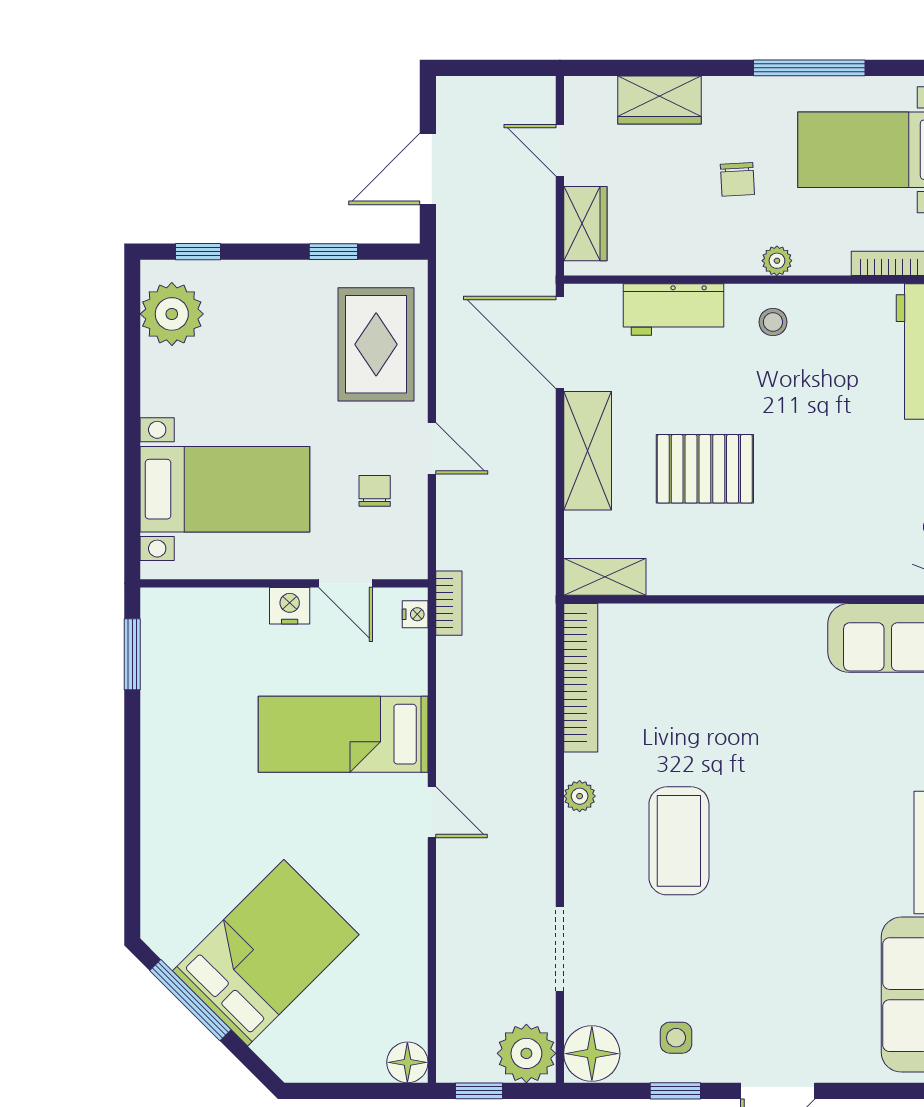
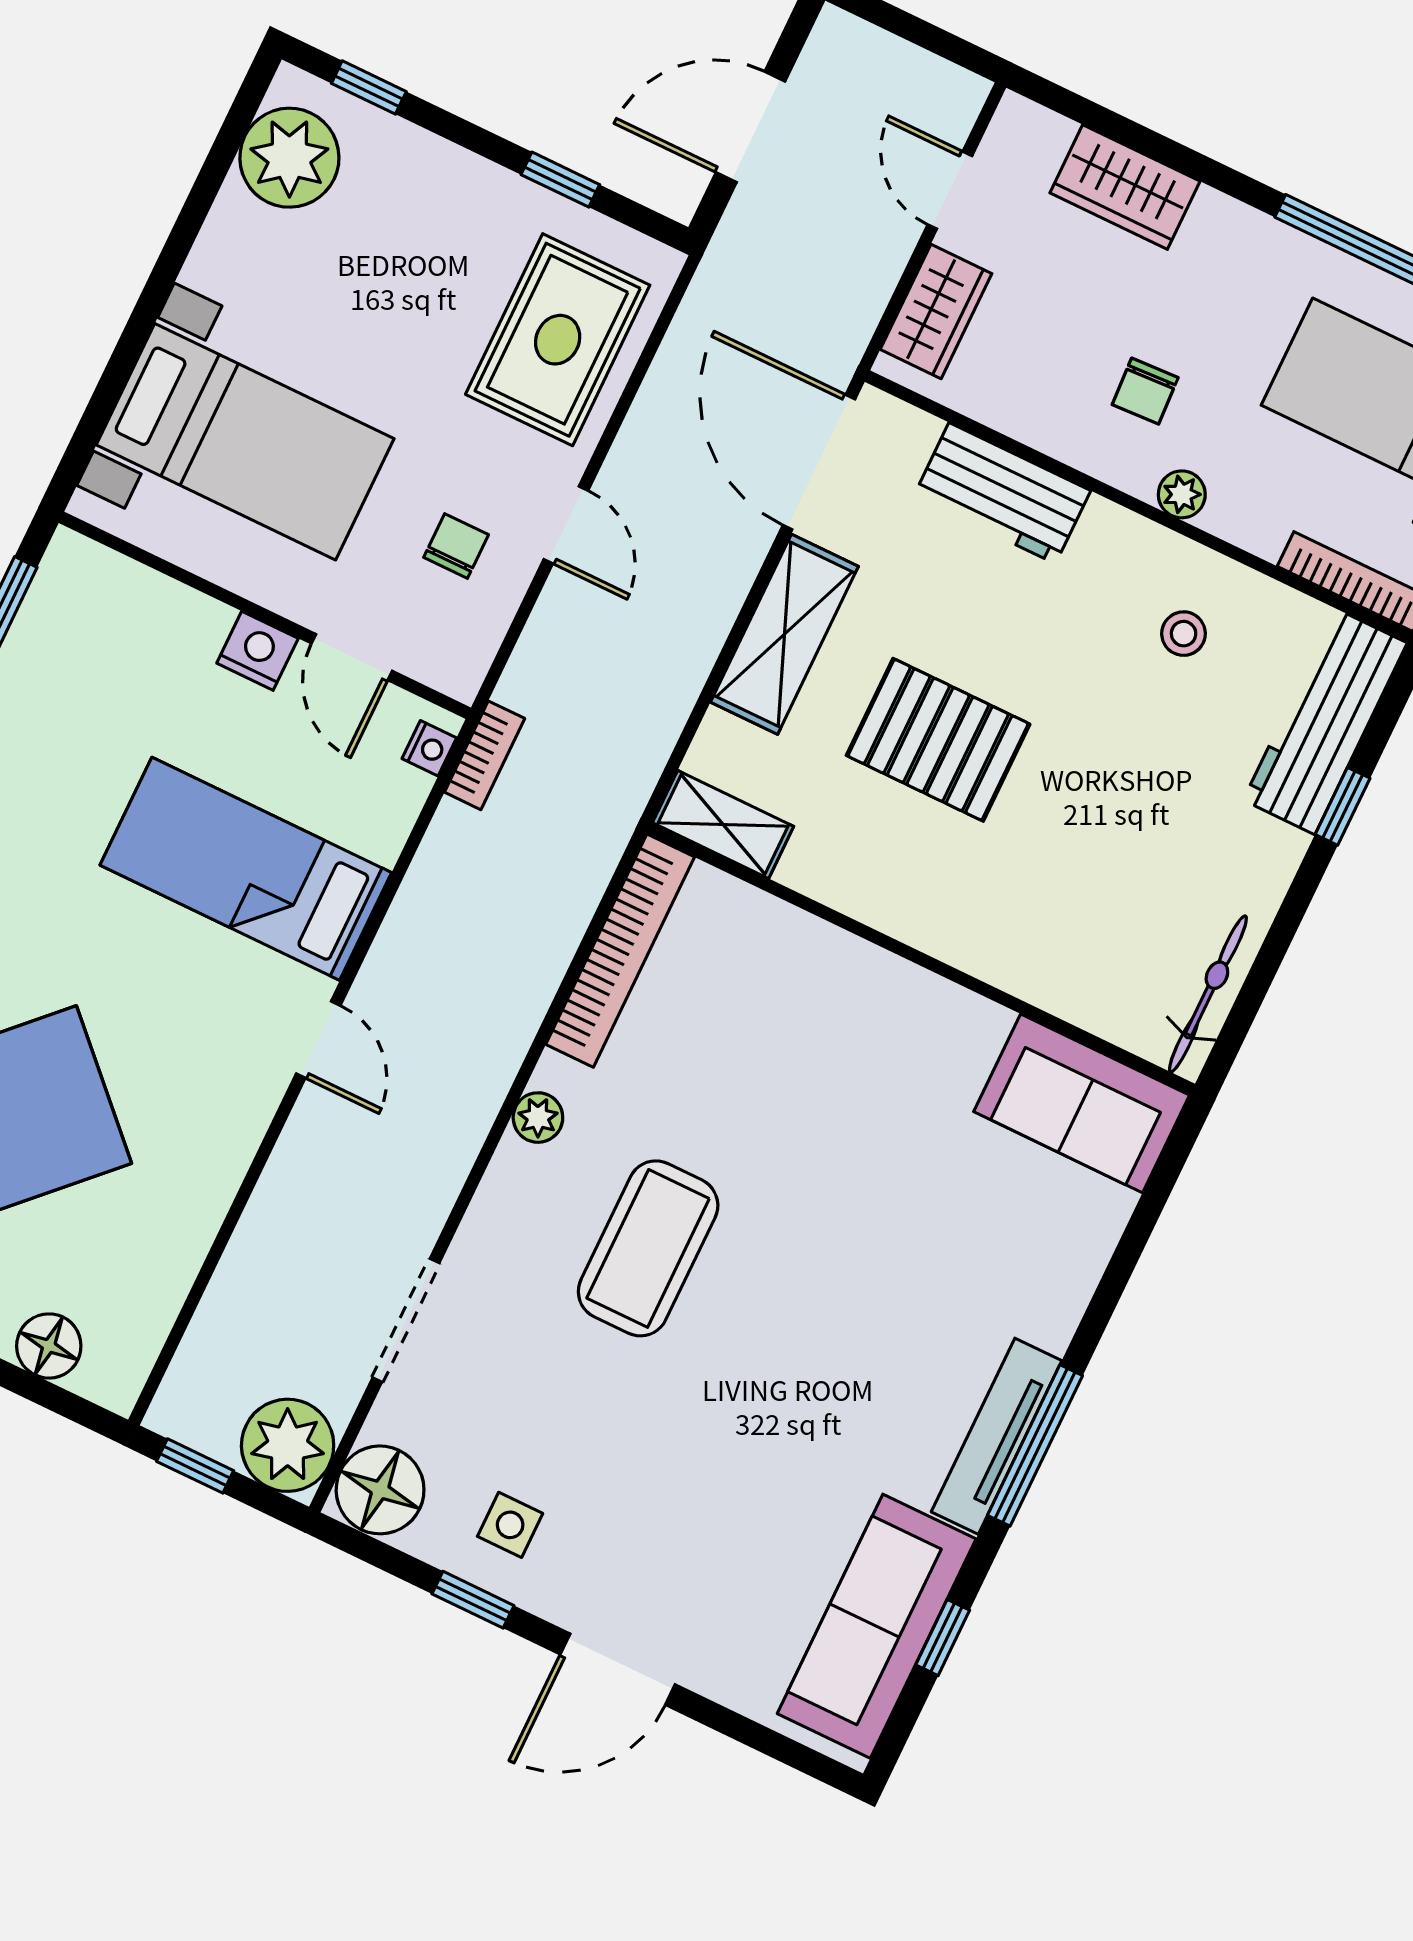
chair: (737, 179) -> (1145, 391), moved
stool: (773, 322) -> (1184, 634), moved
floor lamp: (407, 1062) -> (49, 1346), moved

